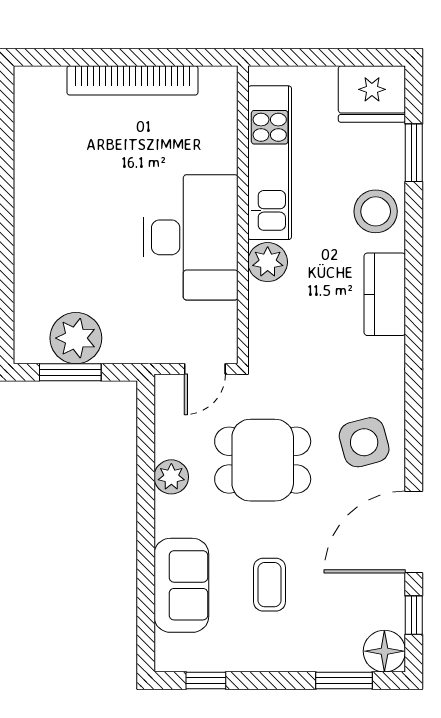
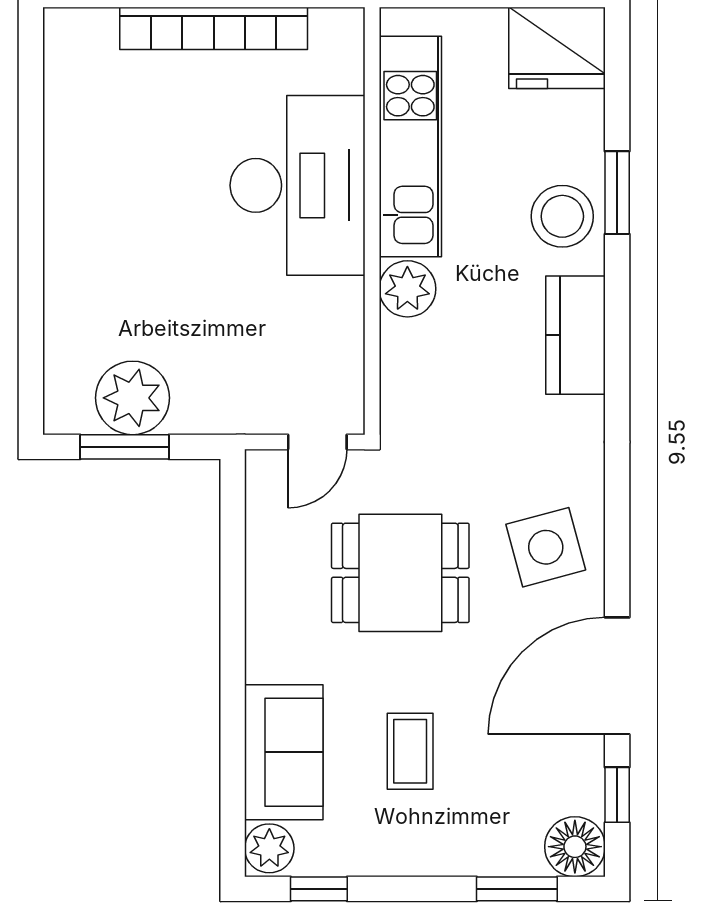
window: (414, 153) -> (617, 193), moved
desk: (191, 237) -> (298, 185), moved
plant: (171, 477) -> (269, 848), moved

